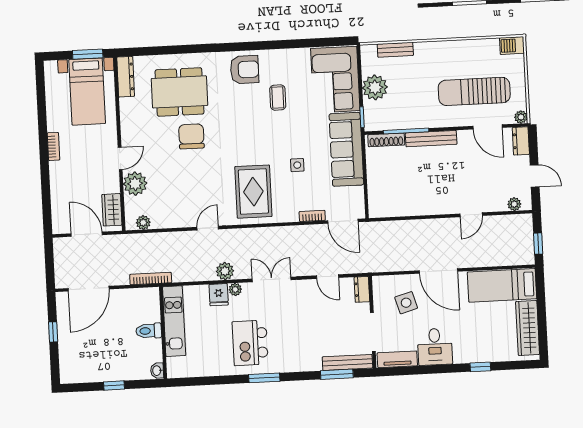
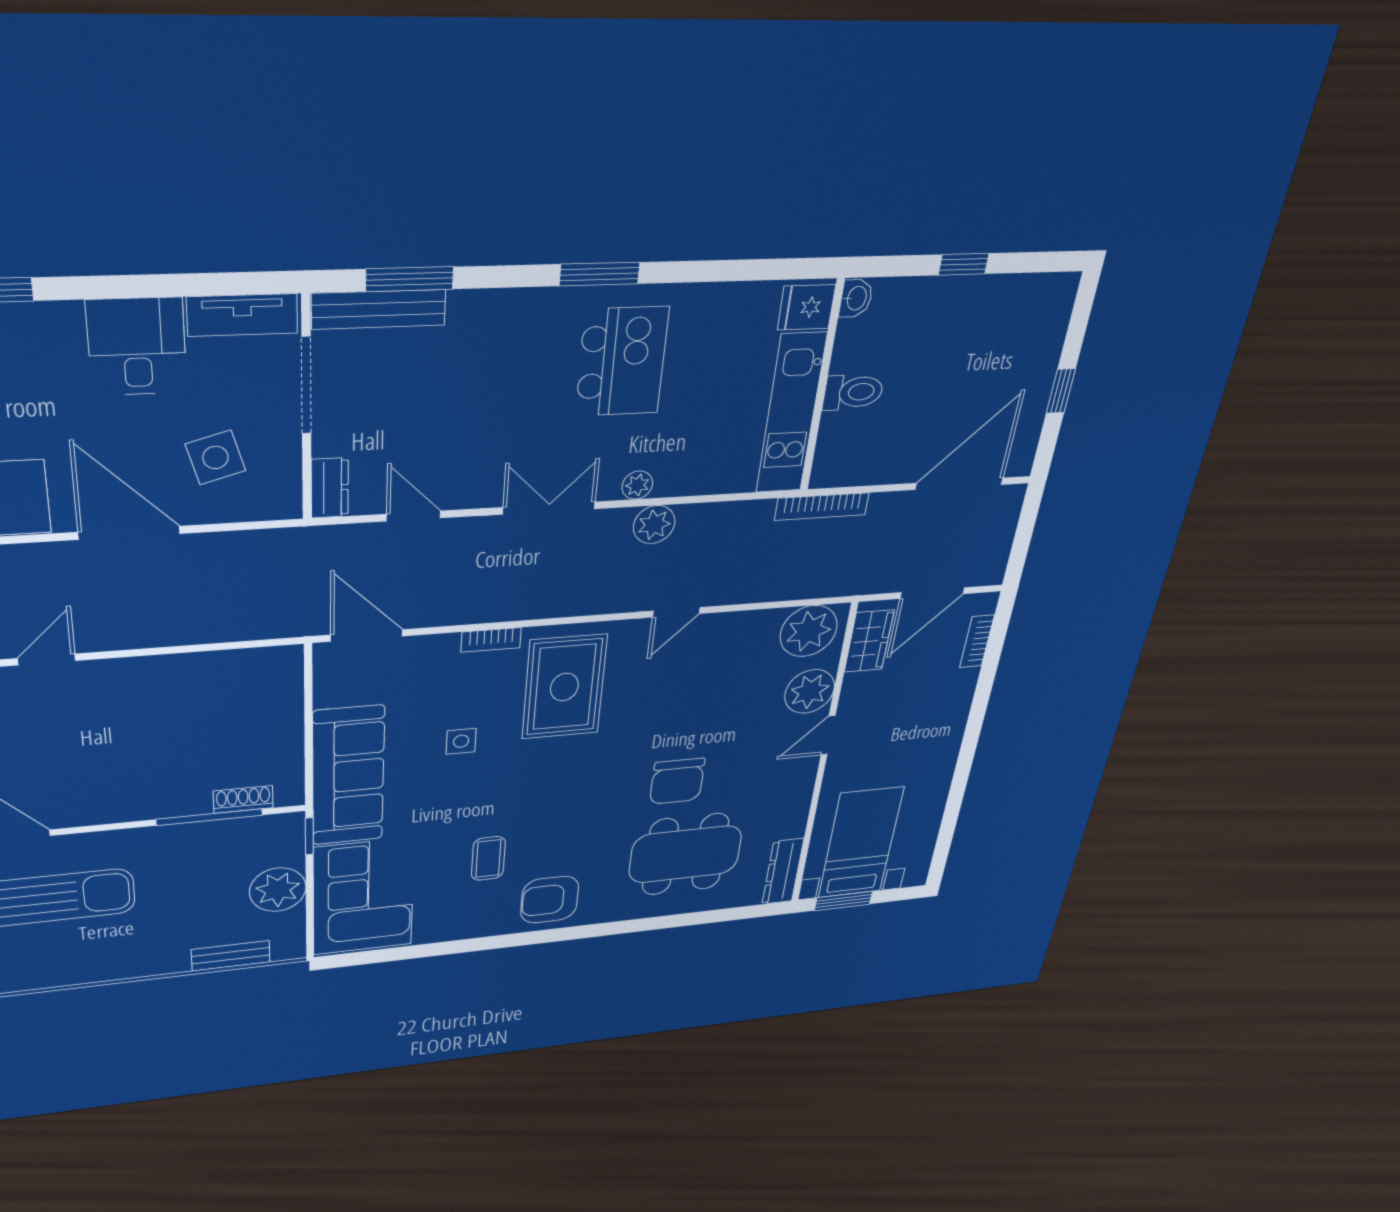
bench: (431, 139) -> (150, 807), removed
shoe rack: (386, 140) -> (243, 800), width x0.70
bookcase: (53, 146) -> (977, 641), moved
bookcase: (312, 216) -> (491, 640), moved
plant: (143, 223) -> (809, 631), width x1.88, depth x1.88
door: (87, 234) -> (932, 593), hinge flipped
double door: (272, 279) -> (549, 508), swing flipped
fridge: (219, 295) -> (806, 307), moved, turned -90

